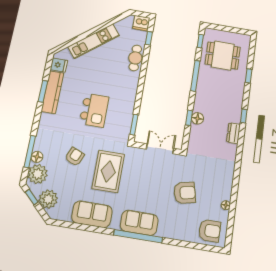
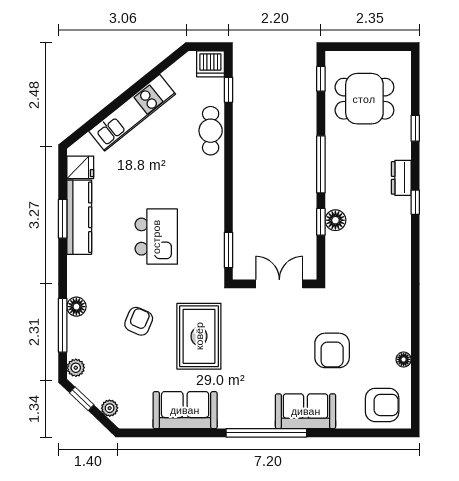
window: (195, 76) -> (321, 164), moved
dresser: (233, 133) -> (401, 178), moved
floor lamp: (37, 157) -> (76, 307), moved
plant: (38, 174) -> (76, 368), width x0.53, depth x0.53
armchair: (185, 193) -> (332, 350), turned 103
plant: (48, 199) -> (110, 408), width x0.53, depth x0.53
sofa: (139, 223) -> (306, 411), moved

